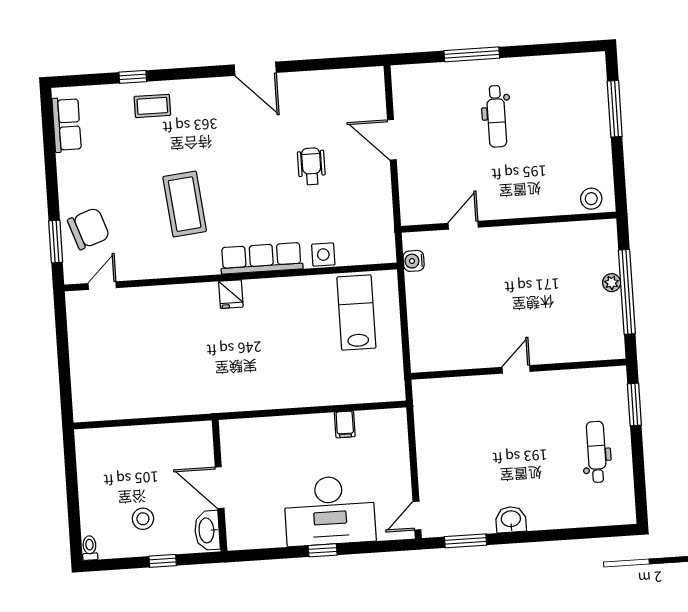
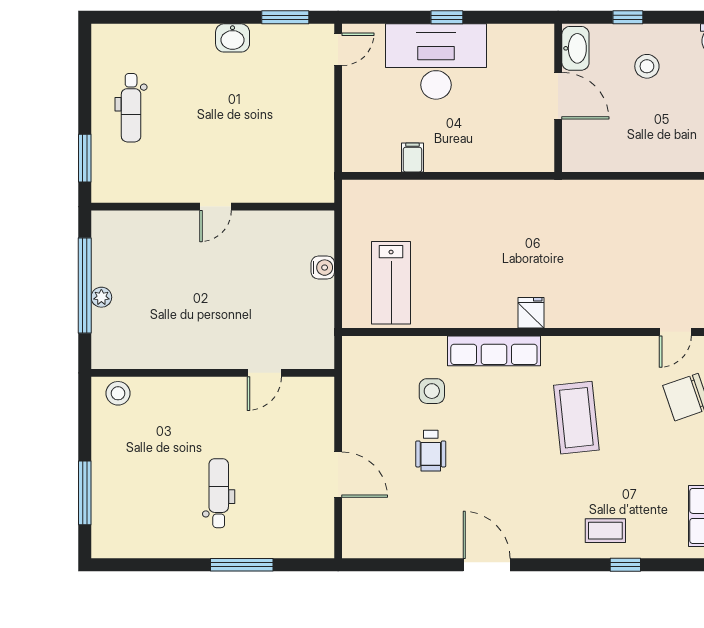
side table: (323, 255) -> (432, 391), moved
water cooler: (414, 261) -> (323, 268), moved

